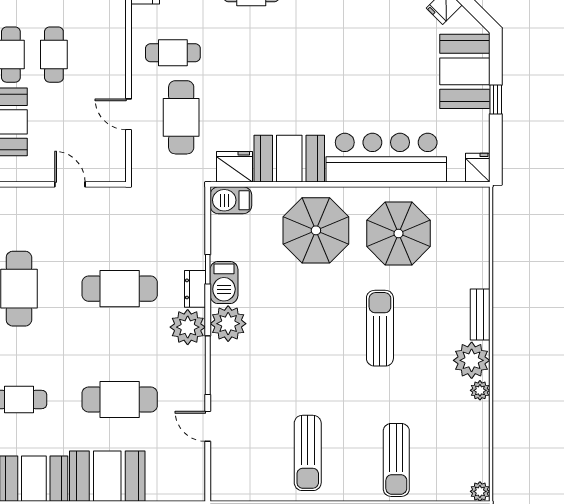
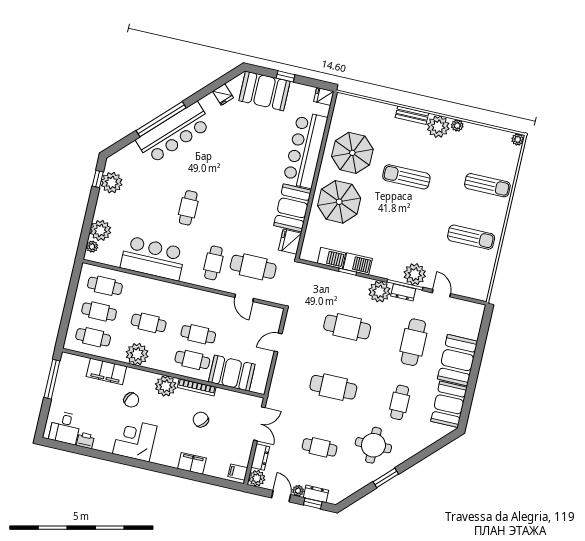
door: (129, 114) -> (244, 298), hinge flipped
barbecue: (231, 200) -> (332, 258), moved, turned -90
cafe table: (120, 289) -> (347, 327), turned 90
dresser: (195, 289) -> (403, 292), moved
plant: (228, 324) -> (415, 274), moved
door: (208, 426) -> (441, 293), swing flipped

